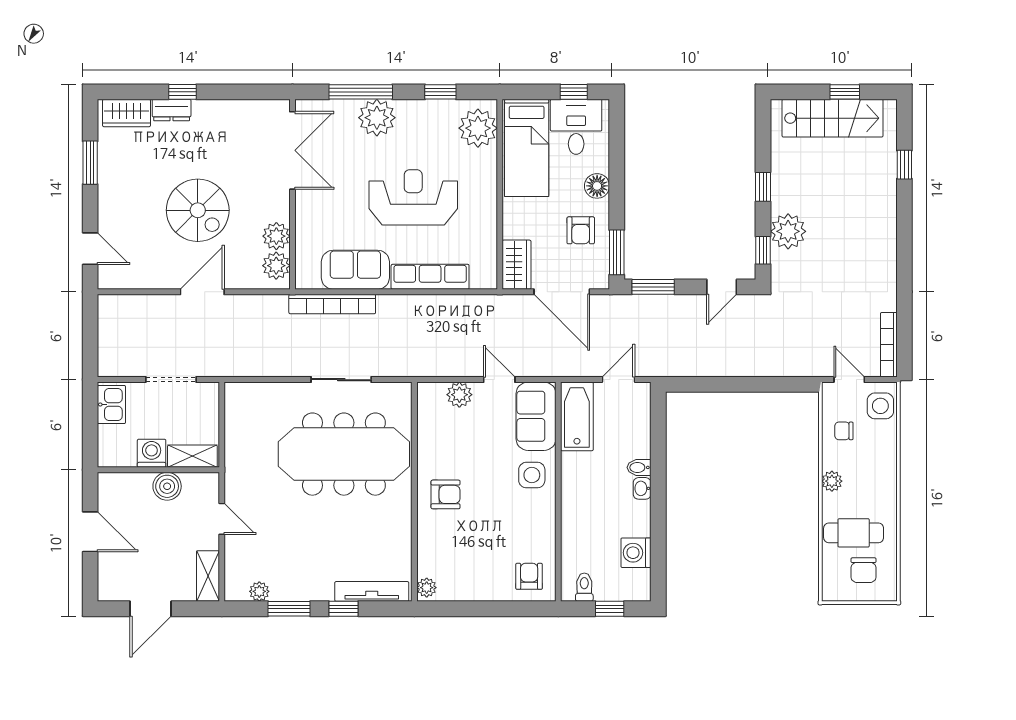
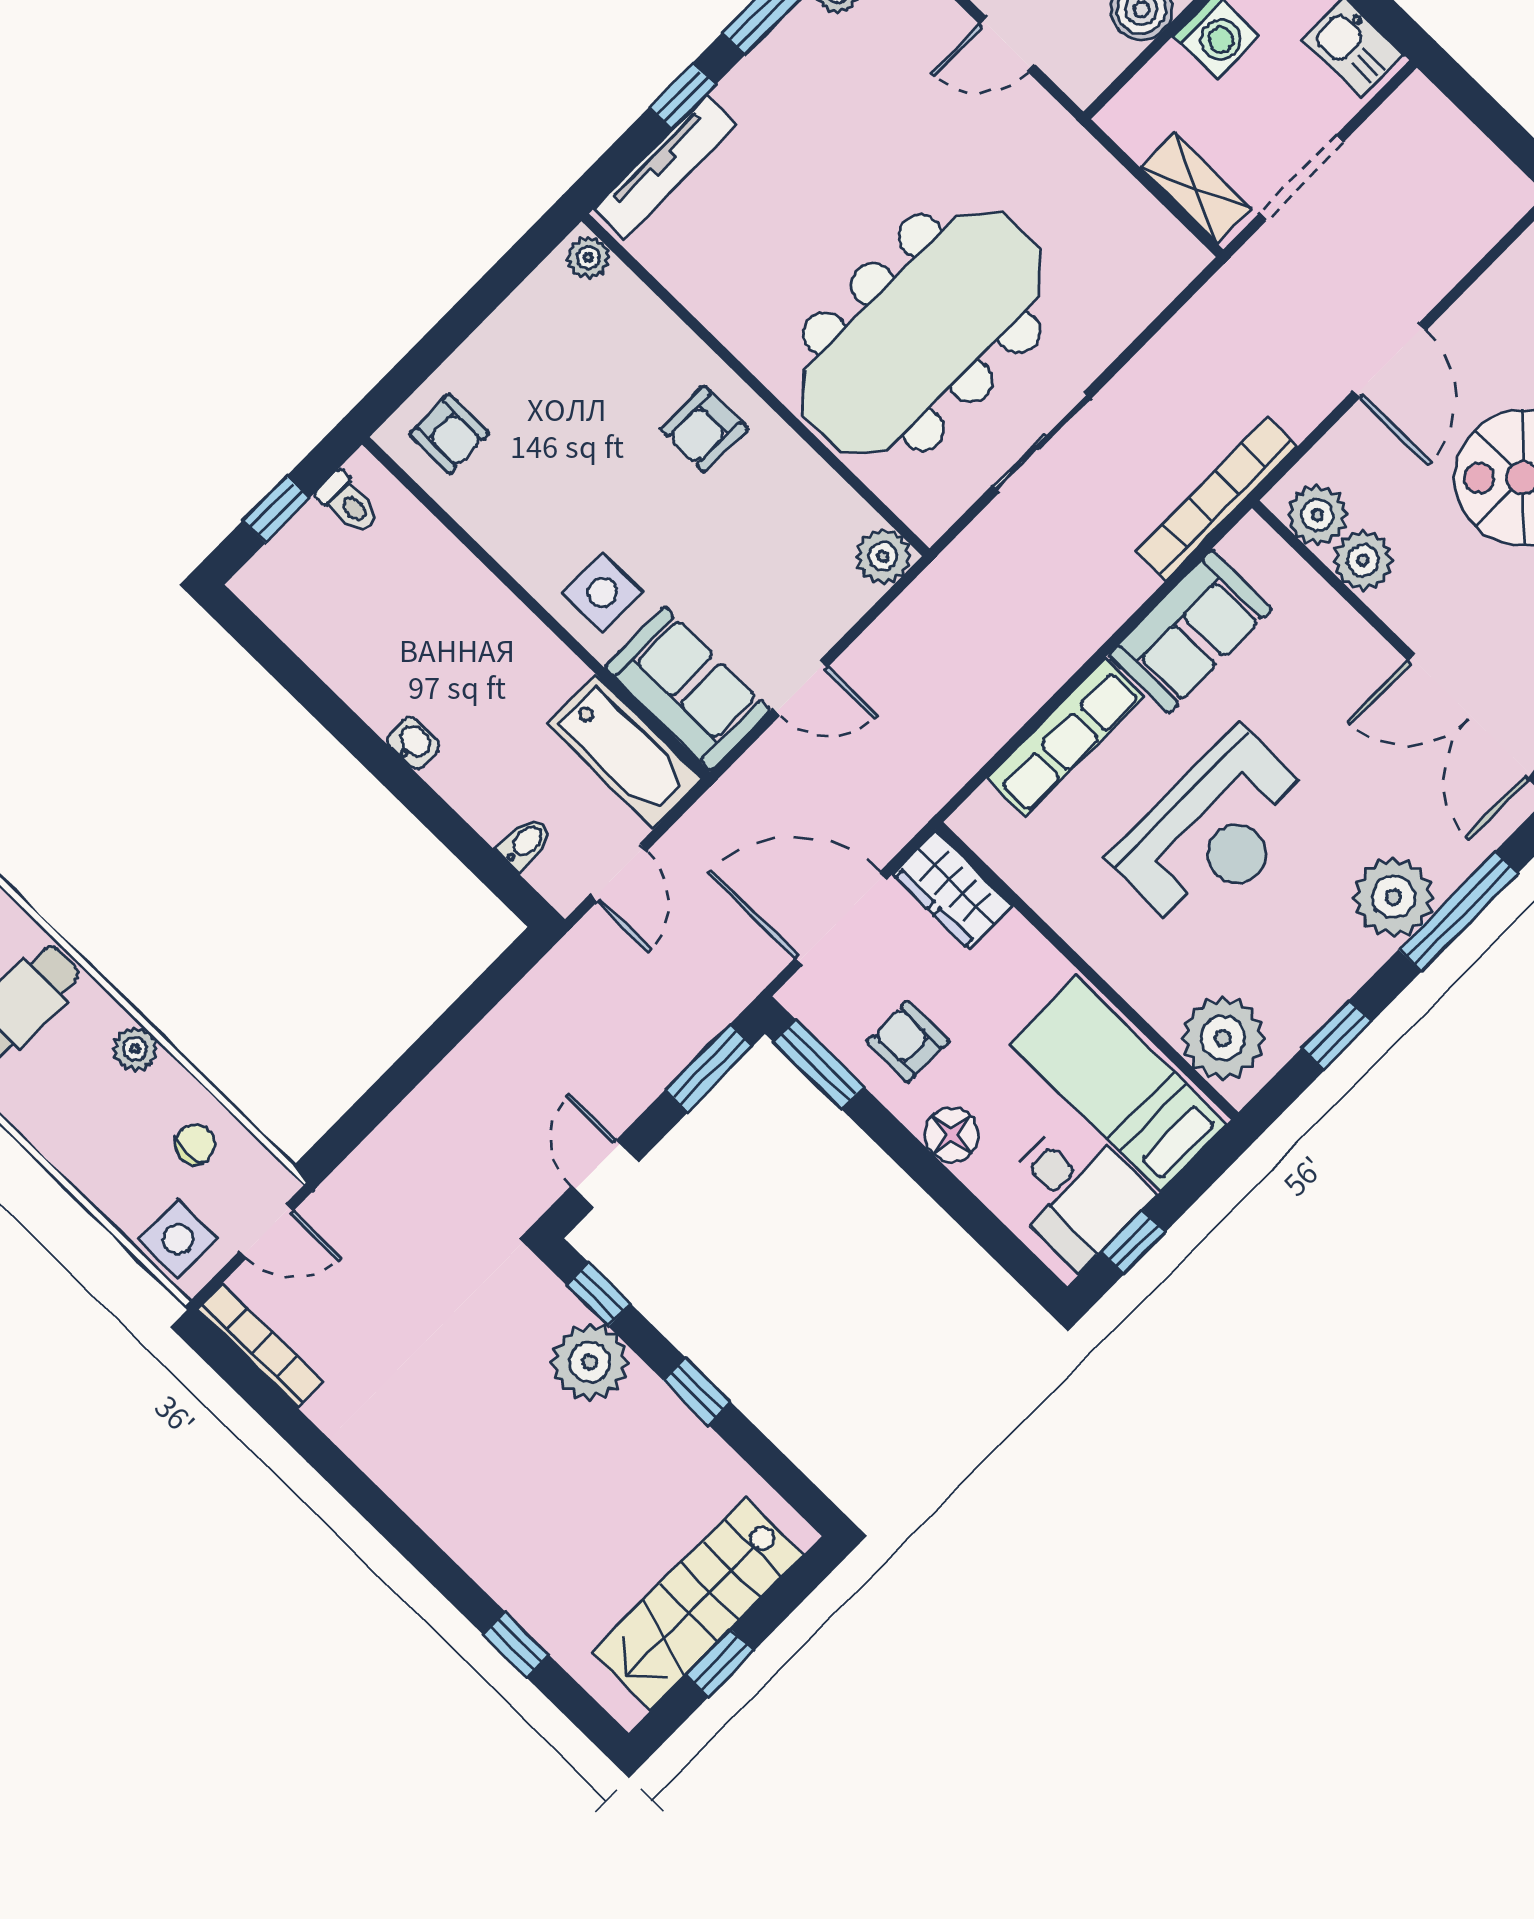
bookcase: (332, 304) -> (1217, 498), moved
plant: (459, 395) -> (883, 556), moved
shelving: (192, 456) -> (1196, 188), moved, turned 90
bidet: (639, 467) -> (525, 843), moved
washing machine: (636, 553) -> (323, 636), removed

